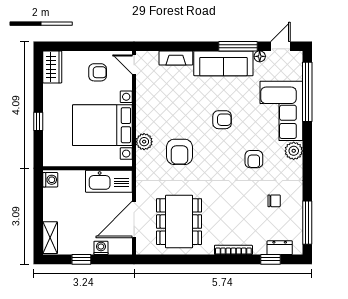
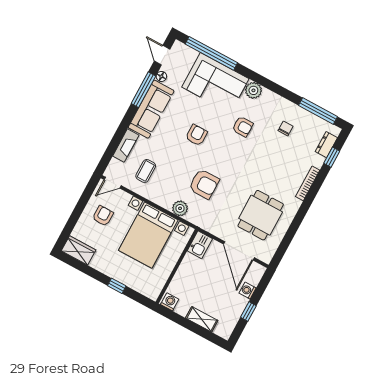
coffee table: (162, 90) -> (146, 171), added
kitchen sink: (109, 181) -> (200, 245), width x0.53, depth x0.81
dining table: (179, 222) -> (261, 215), width x0.73
shelving: (50, 238) -> (202, 319), moved

